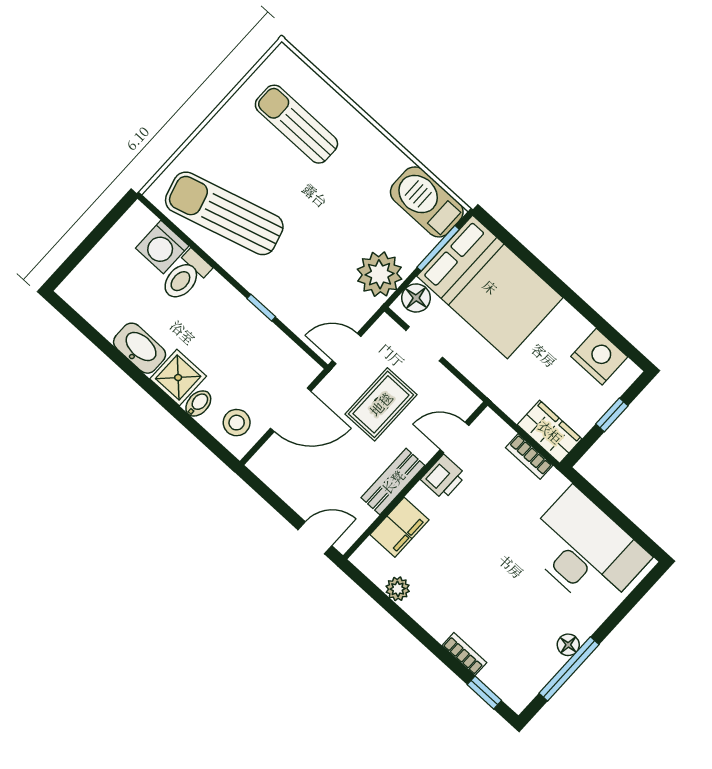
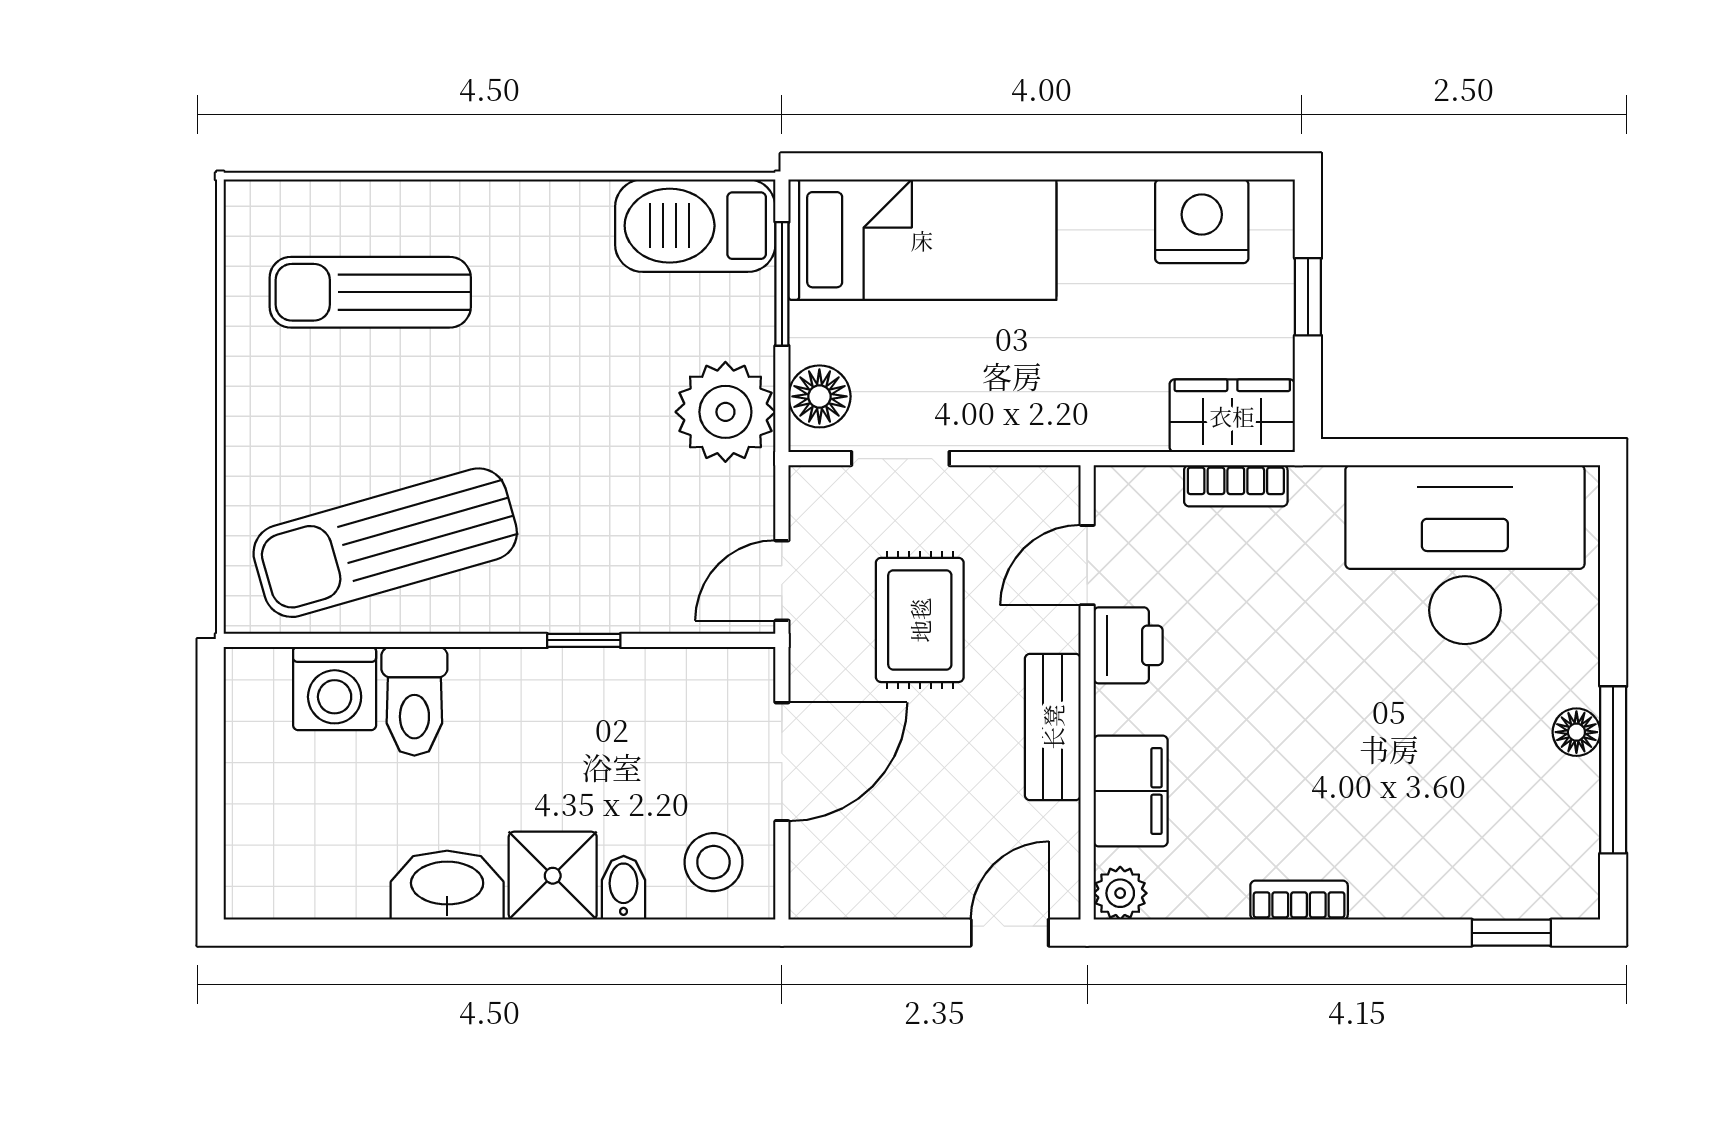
bed: (490, 287) -> (922, 240), width x0.67
plant: (398, 589) -> (1120, 893), moved
bookcase: (464, 654) -> (1299, 900), moved

